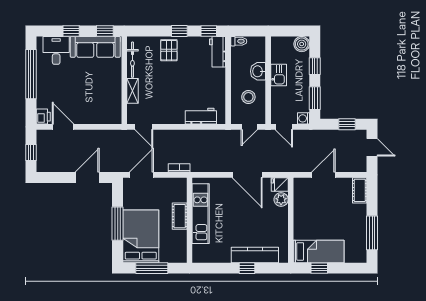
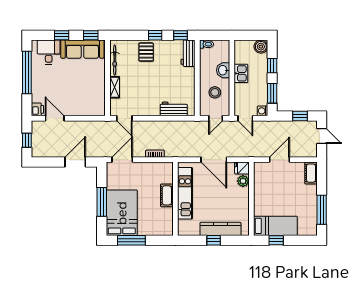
kitchen unit: (201, 214) -> (185, 193), moved
cot: (180, 216) -> (167, 195), moved
wall: (189, 220) -> (175, 199), moved

